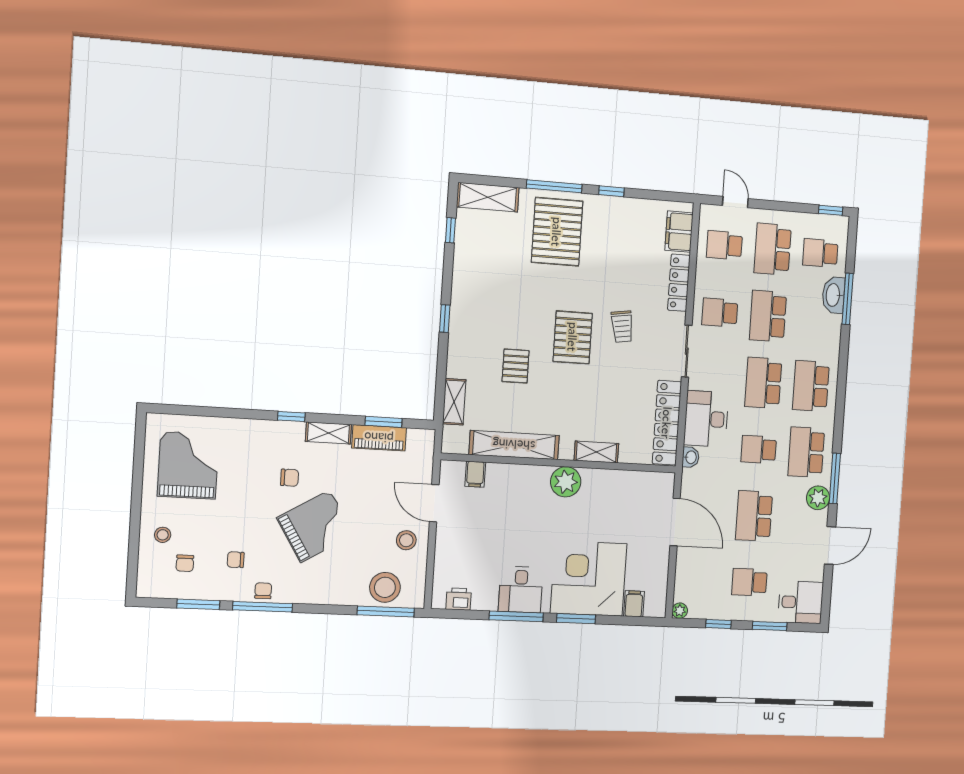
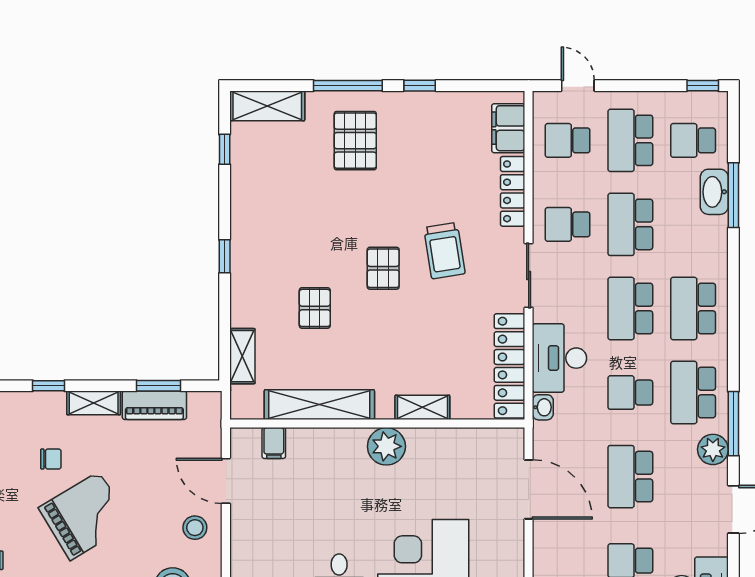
pallet: (557, 232) -> (355, 141), width x0.73, depth x0.71
trolley: (622, 327) -> (444, 251), width x1.36, depth x1.39
pallet: (573, 337) -> (383, 268), width x0.67, depth x0.71

